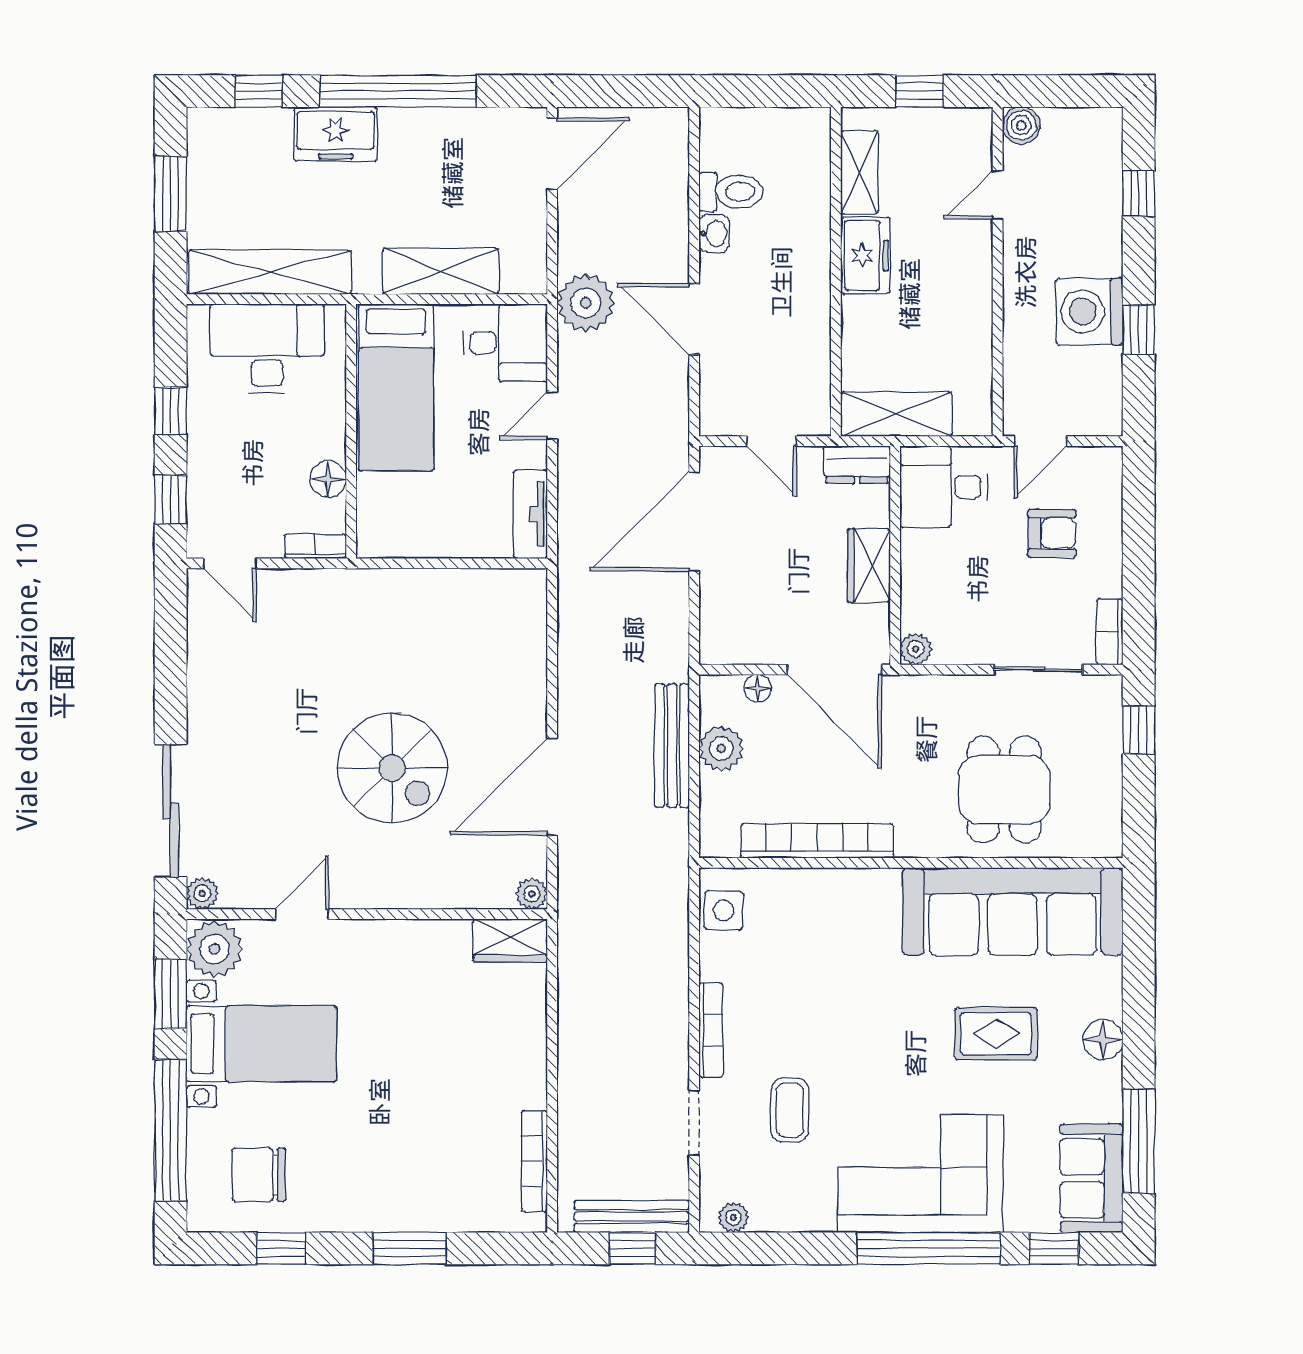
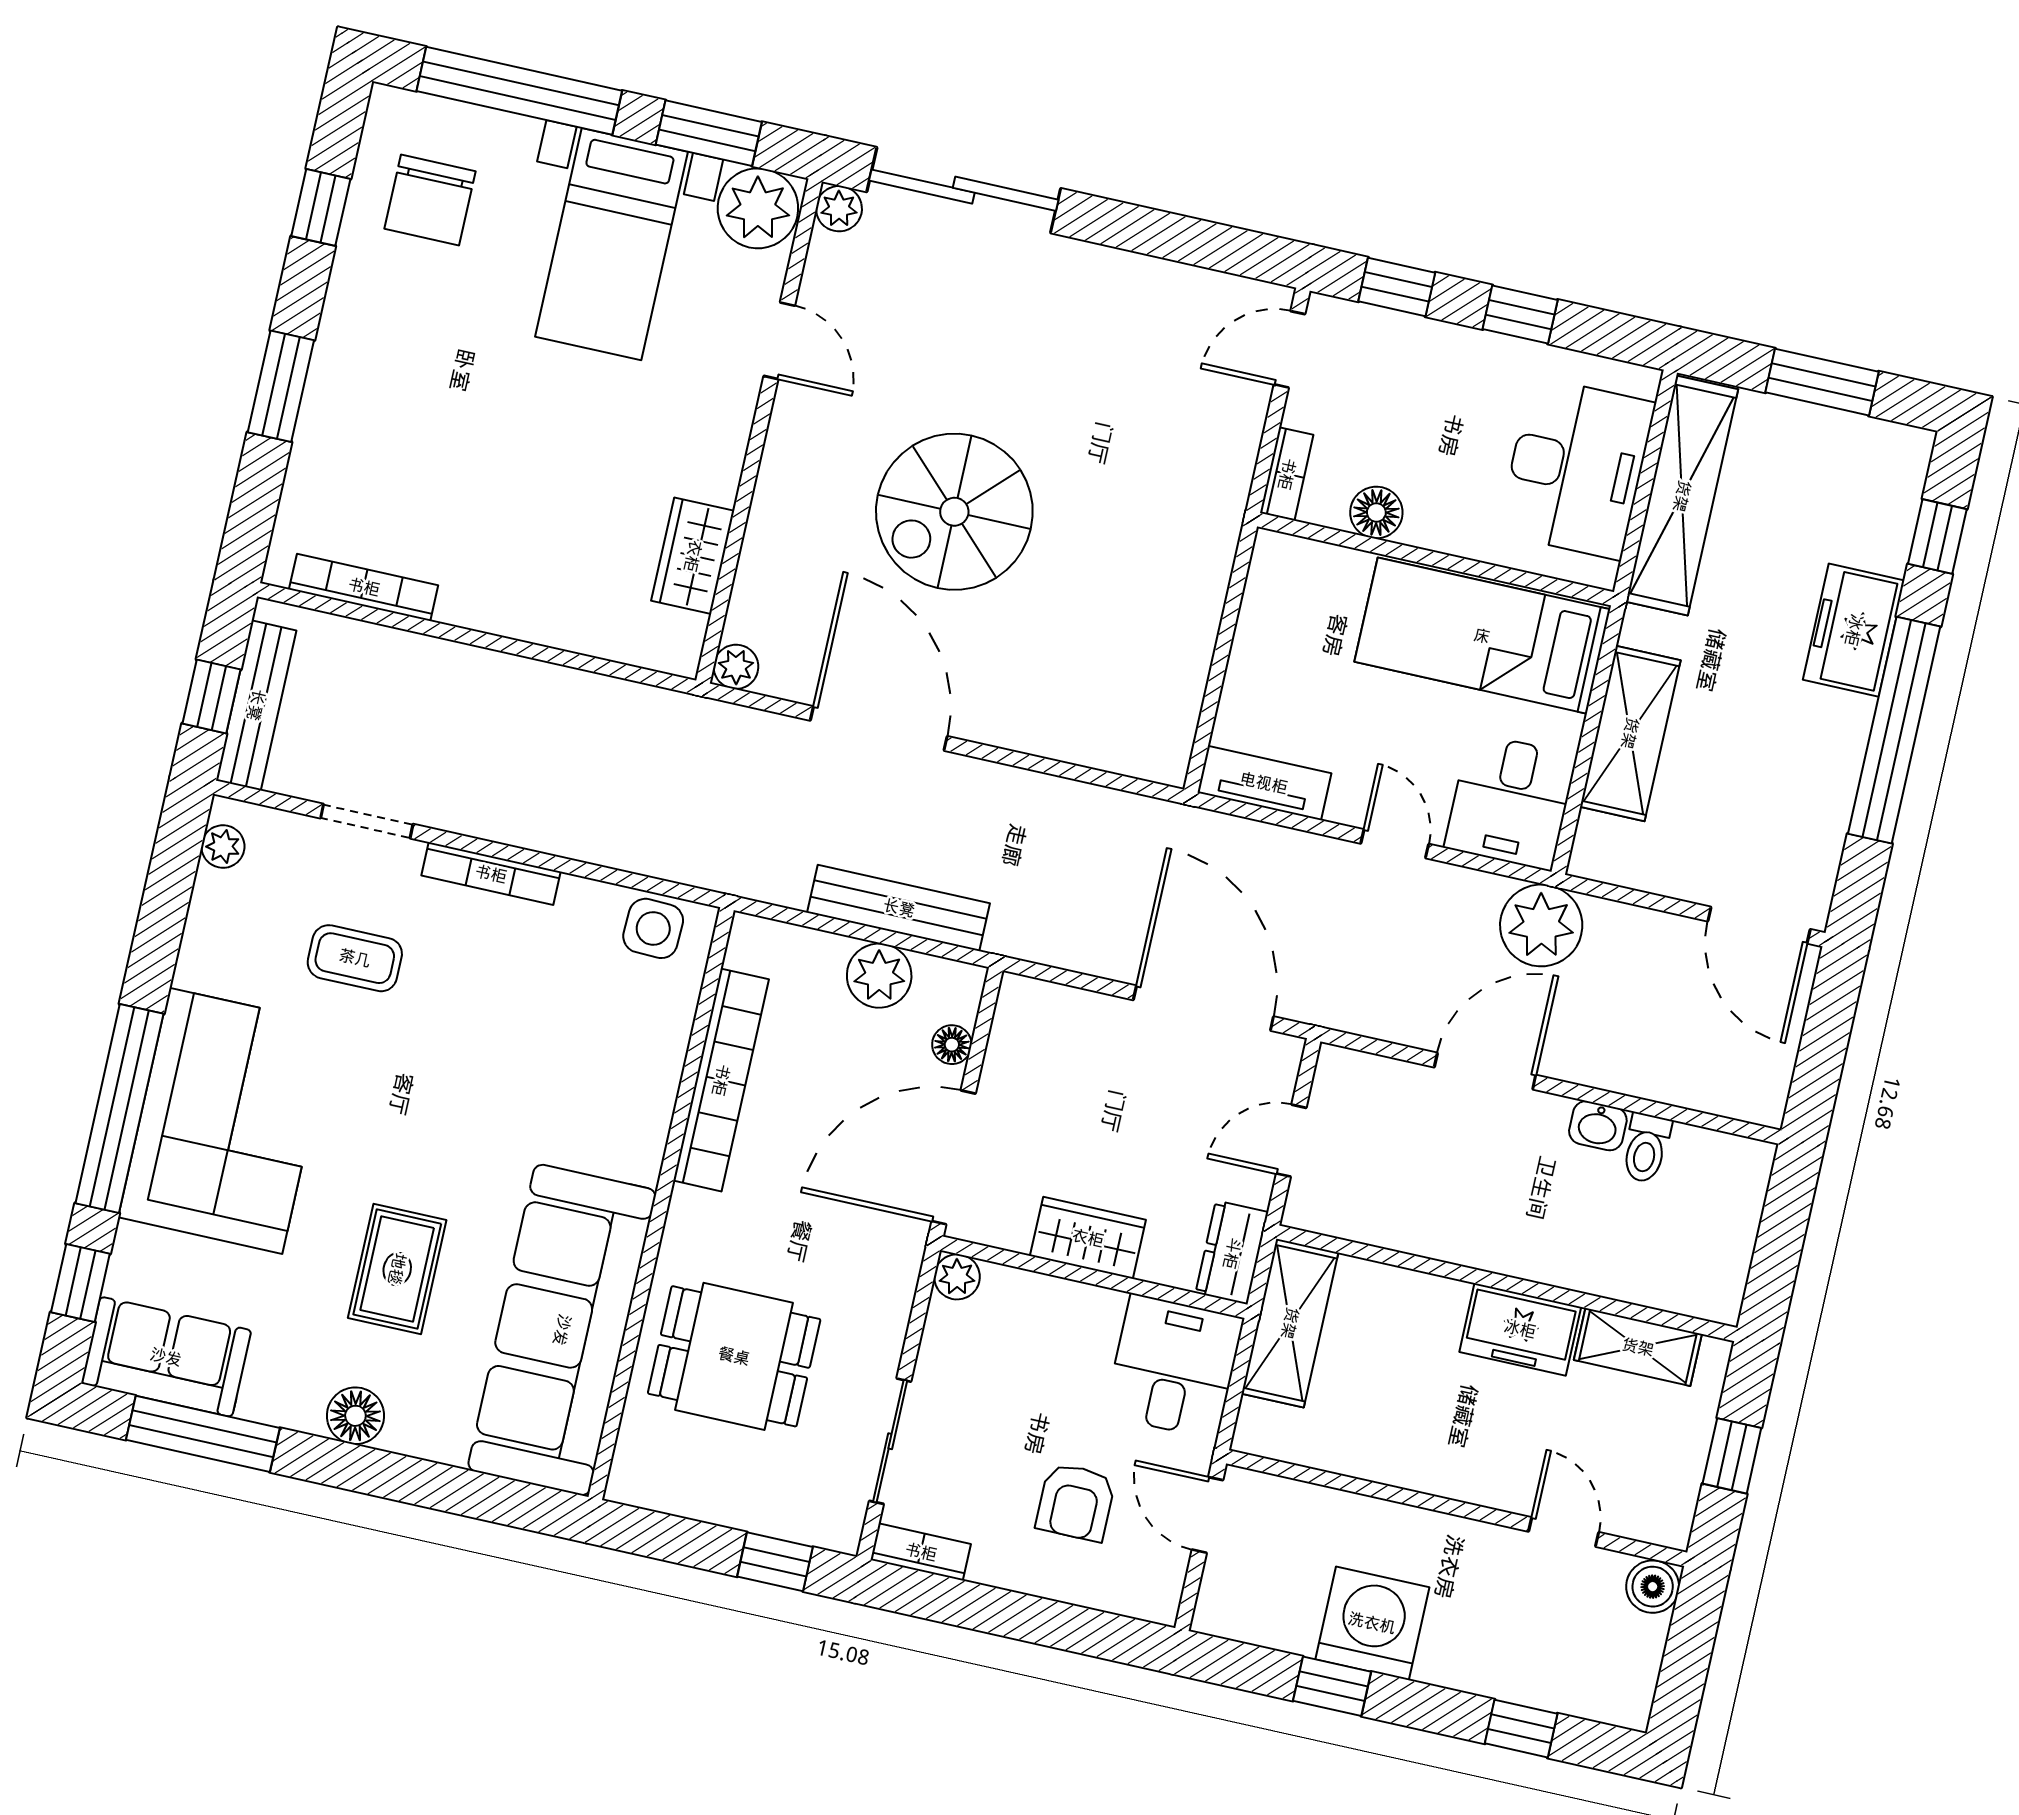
toilet: (731, 192) -> (1646, 1148), width x0.73, depth x0.72
wardrobe: (510, 940) -> (693, 556), moved
chair: (259, 1175) -> (430, 200), turned 180

